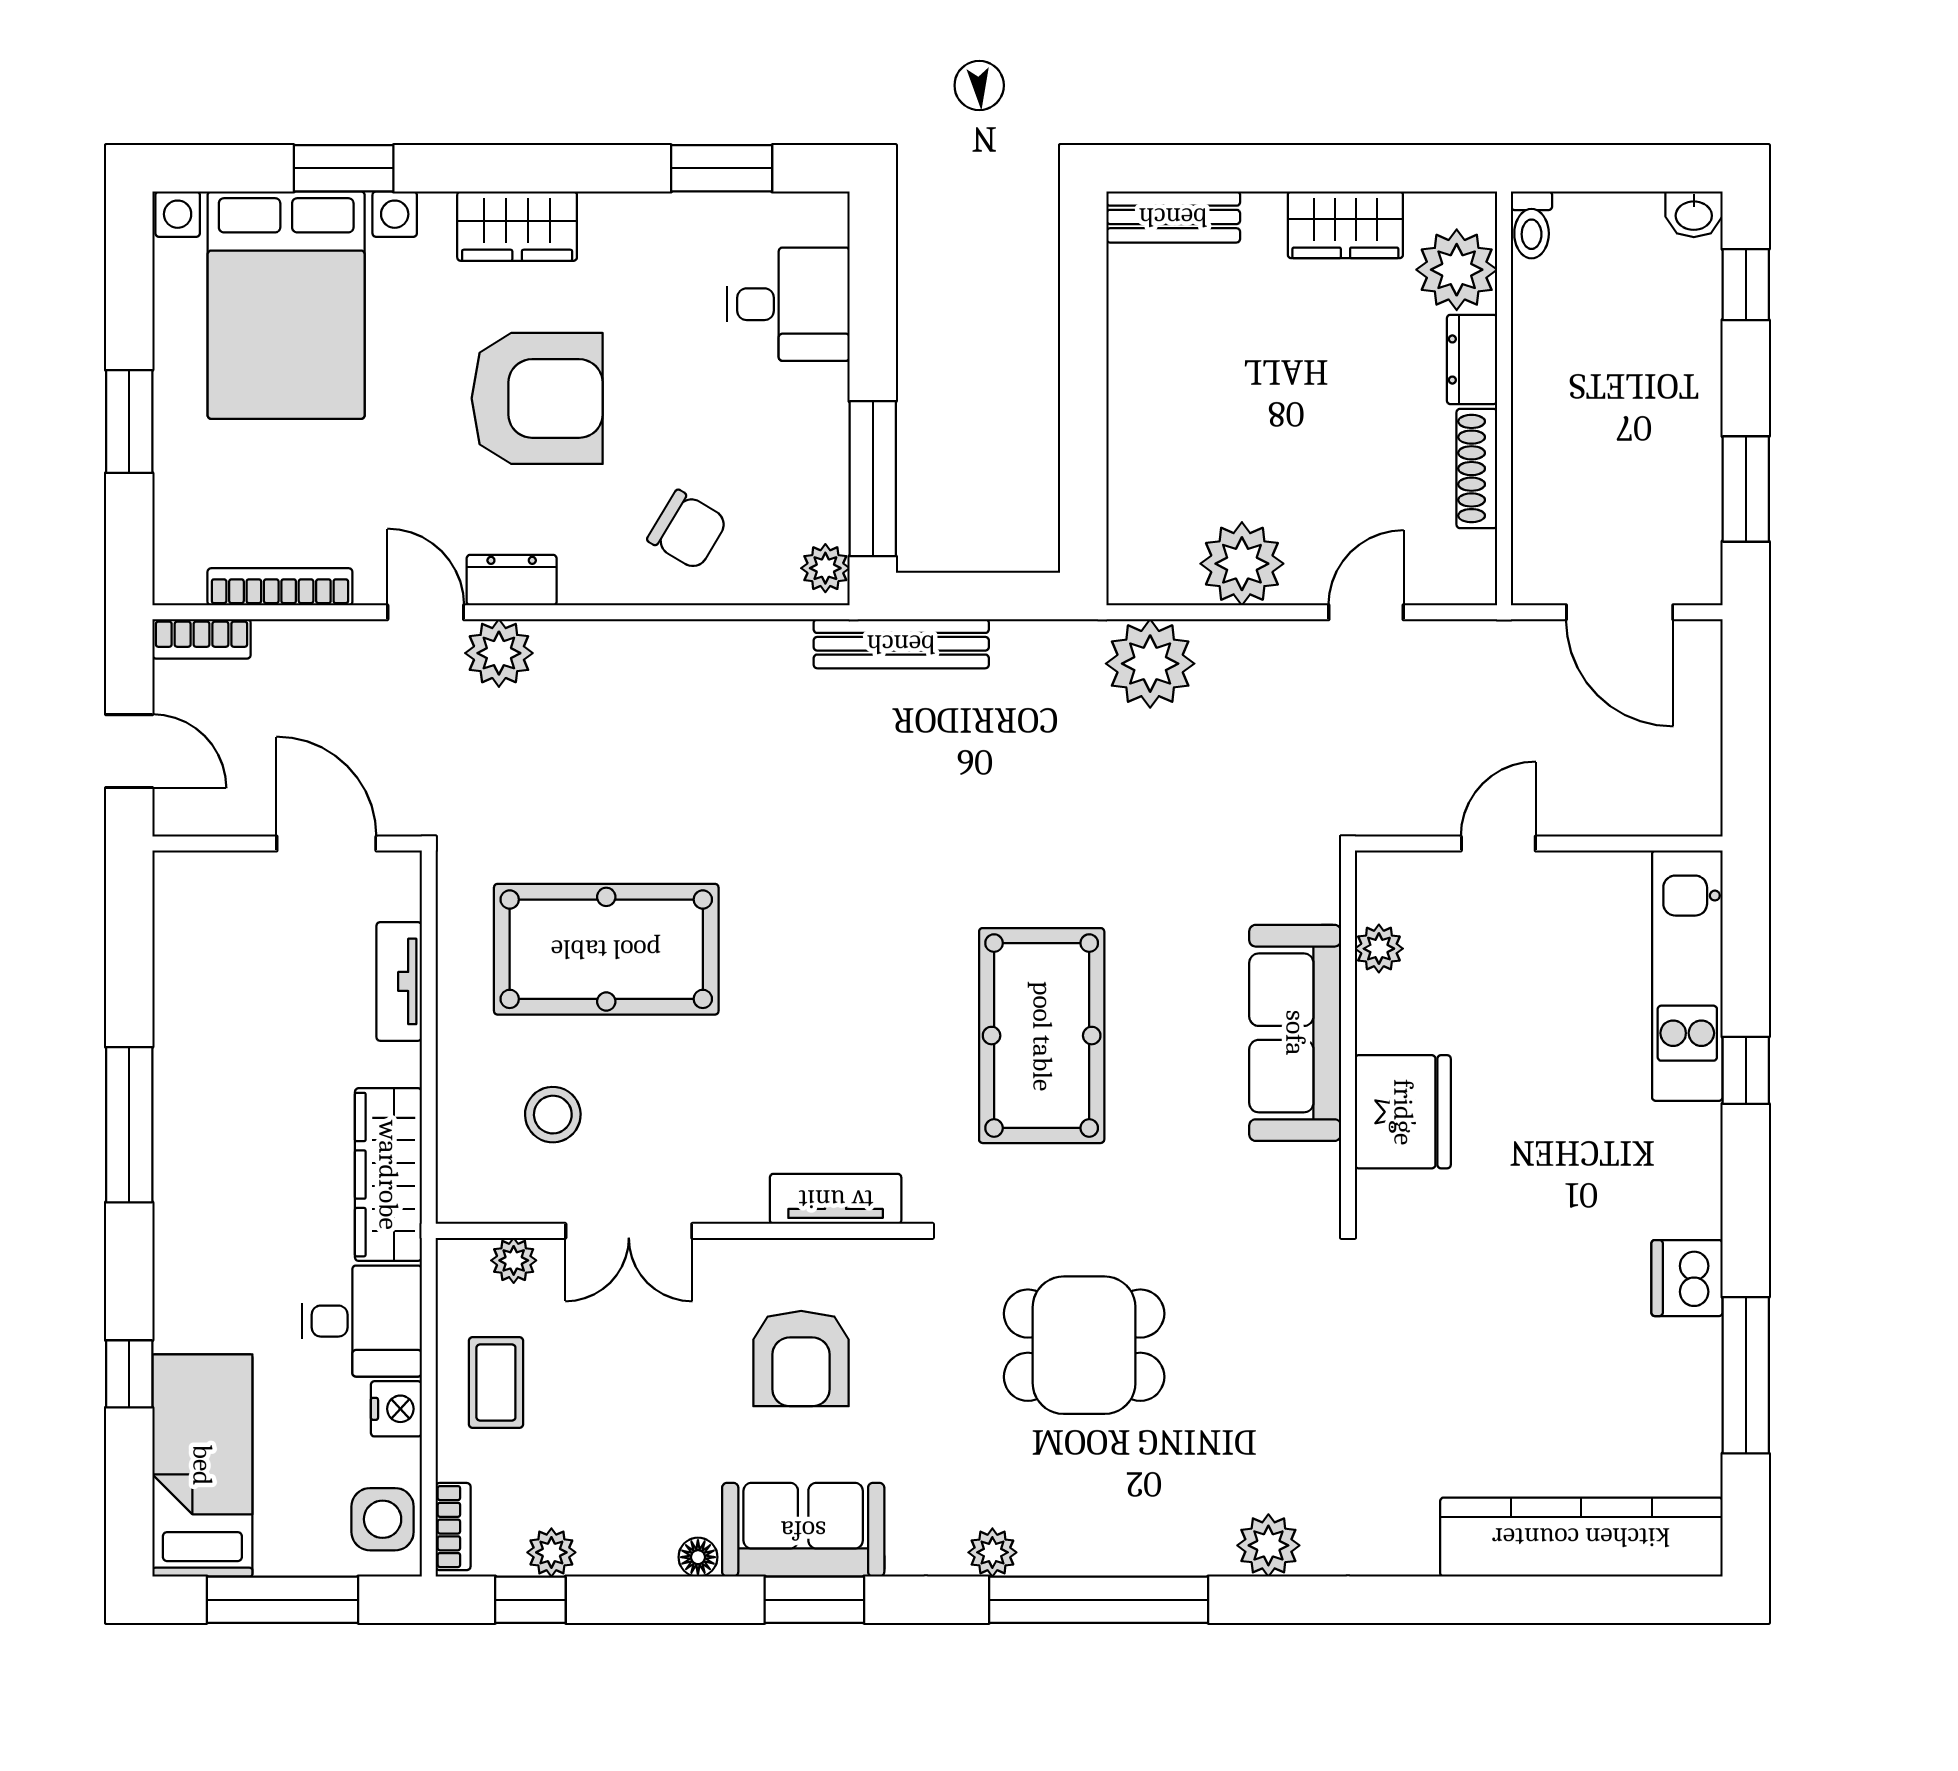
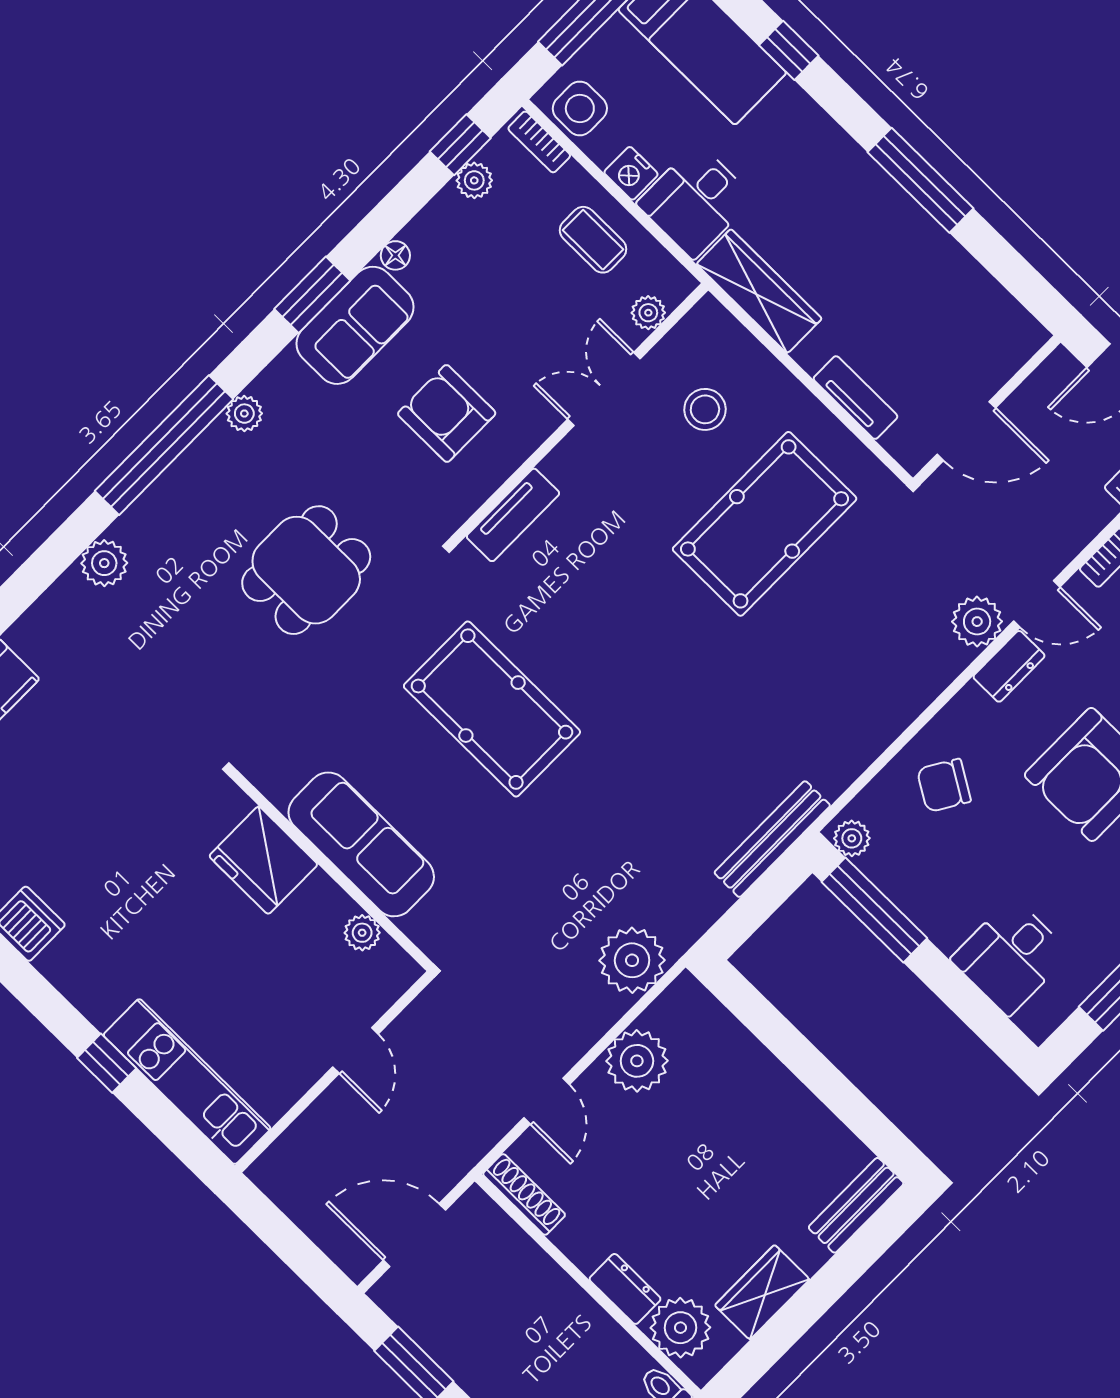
shoe rack: (1477, 469) -> (524, 1194), moved

